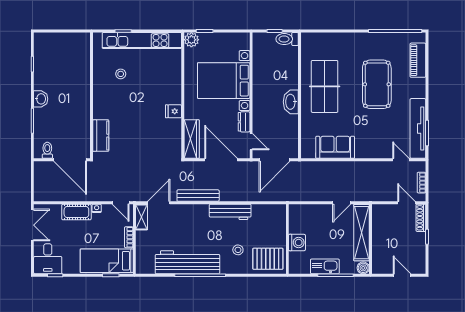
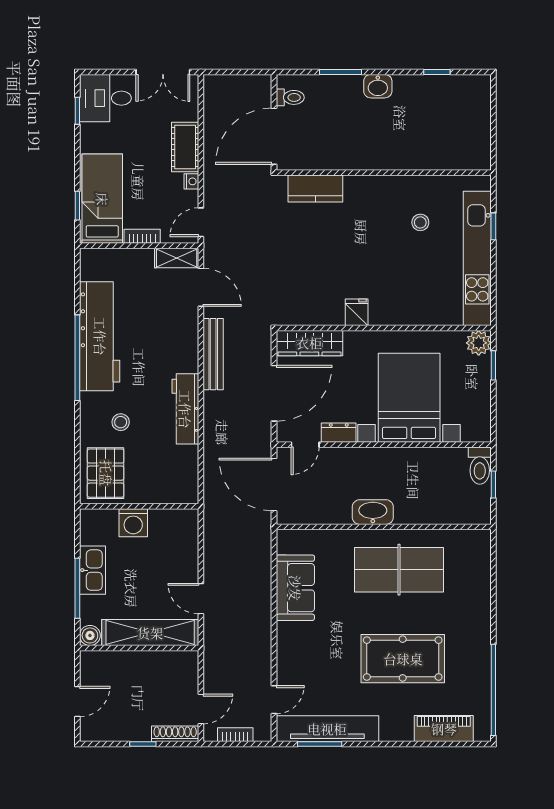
toilet: (287, 39) -> (480, 466), moved, turned 180

